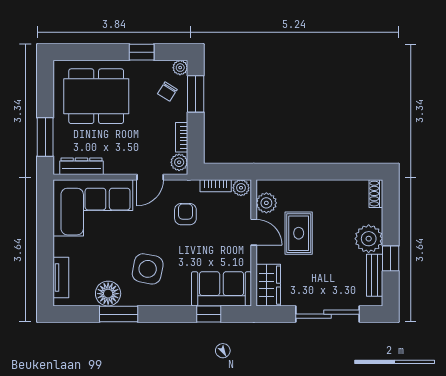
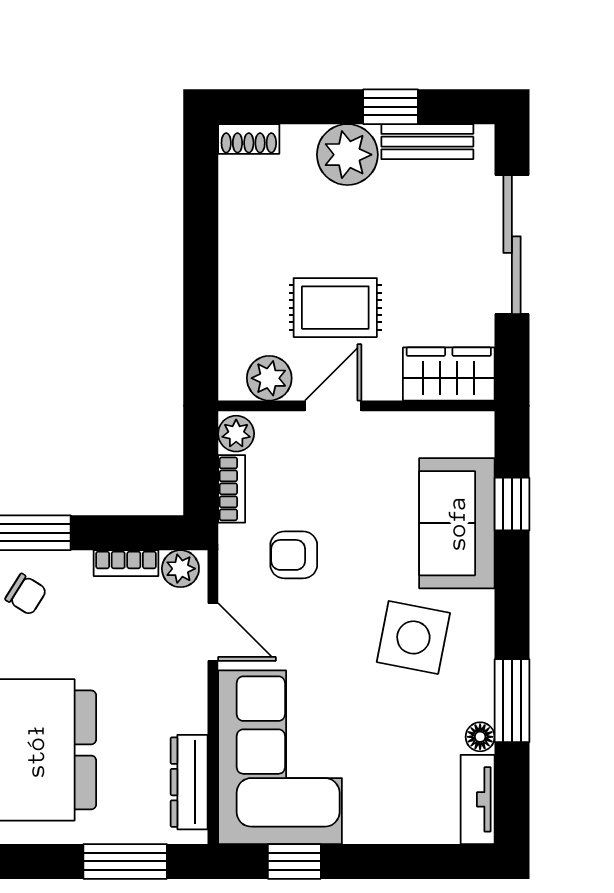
window: (45, 214) -> (294, 861), added
tv unit: (61, 278) -> (478, 799), moved, turned -90
sofa: (221, 289) -> (457, 523), moved
floor lamp: (108, 294) -> (480, 737), width x0.53, depth x0.53

